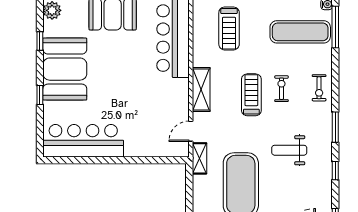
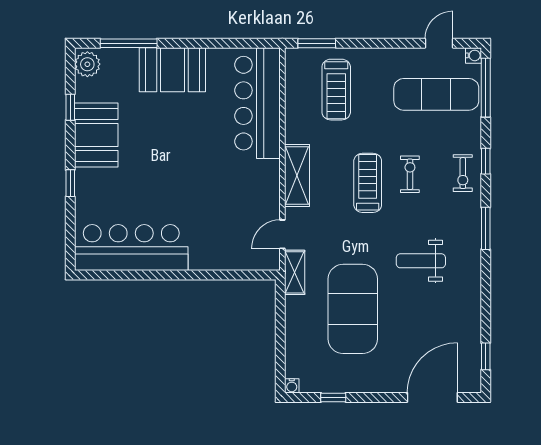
booth: (65, 69) -> (96, 135), width x0.73, depth x0.70
window: (335, 171) -> (486, 161), moved

